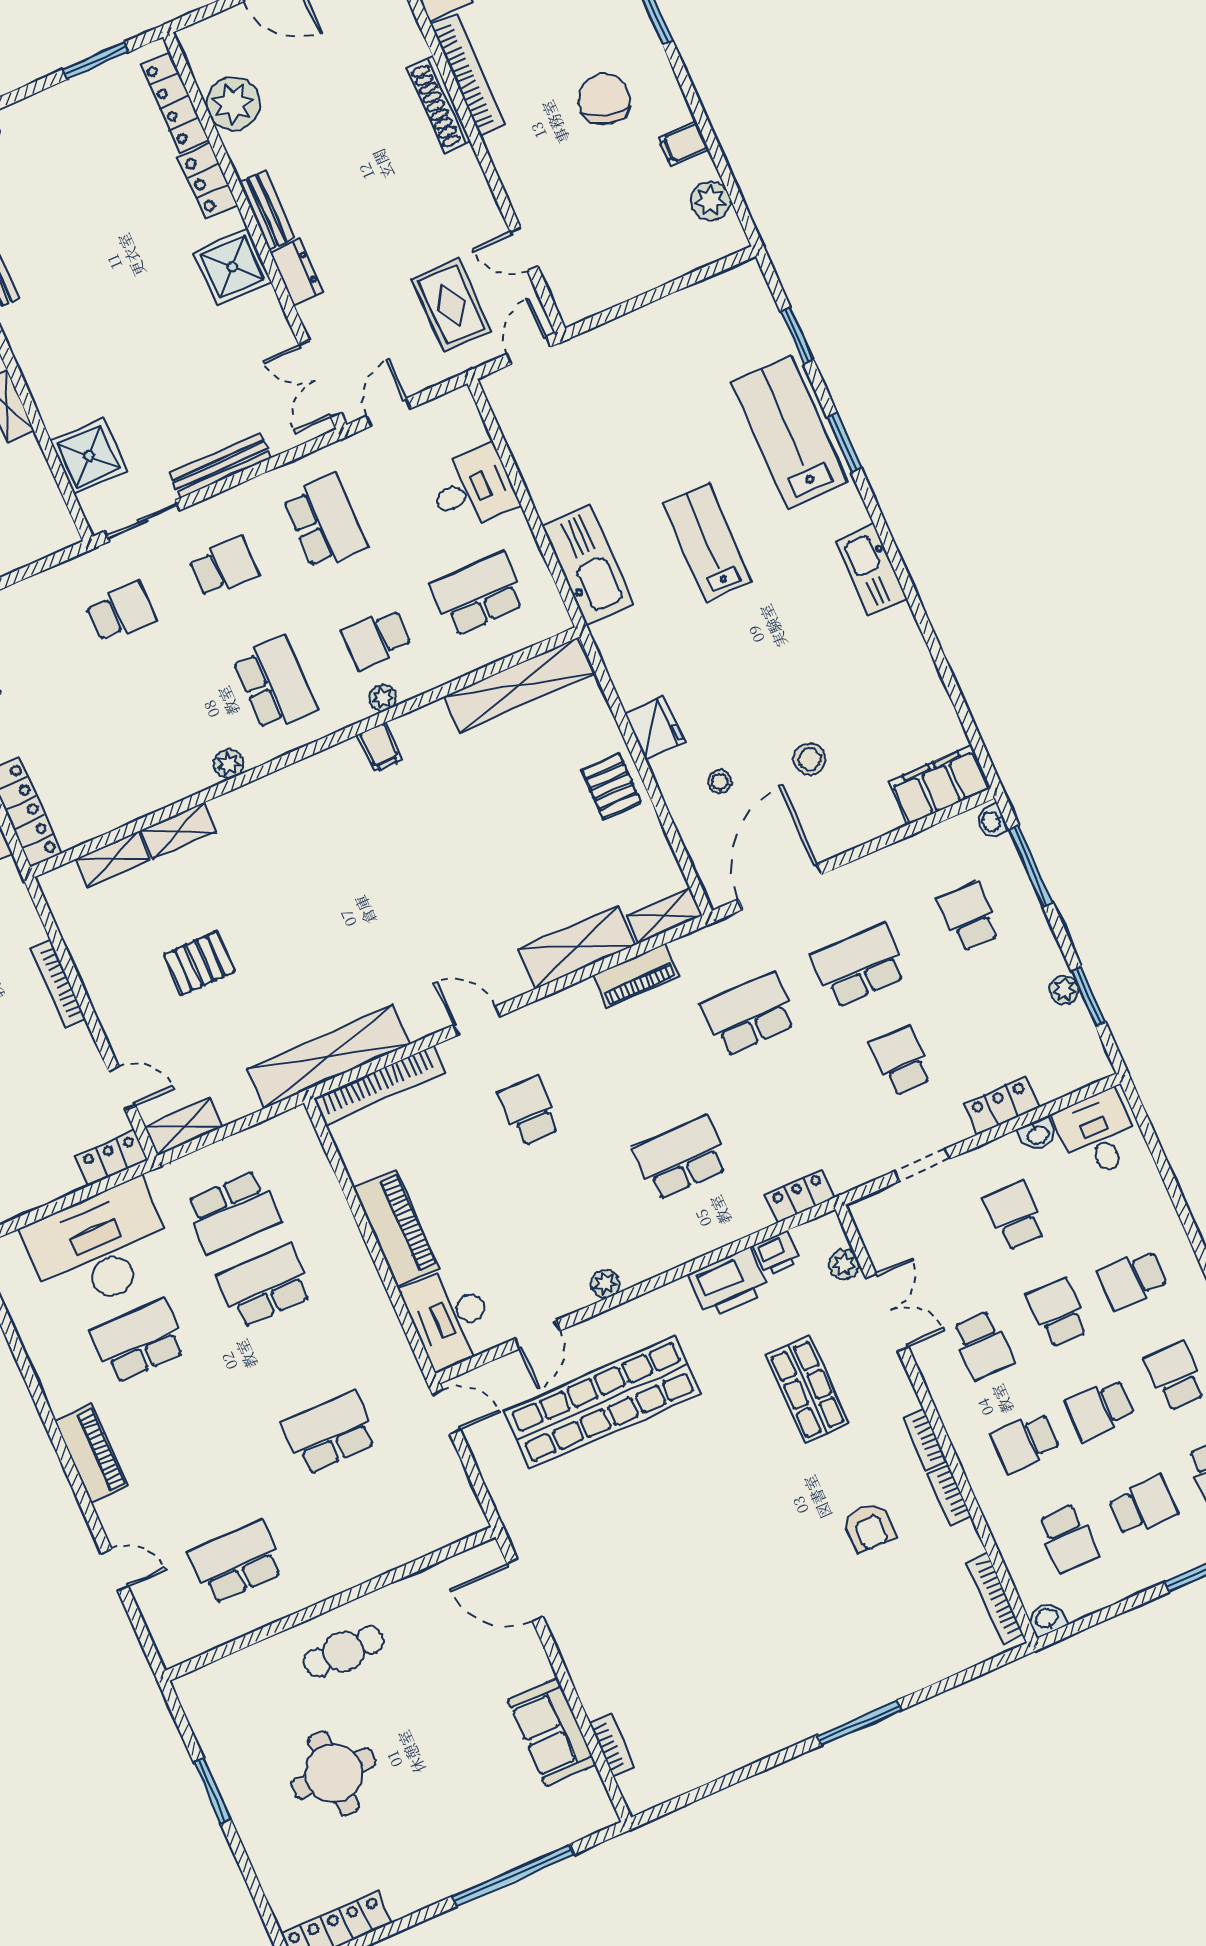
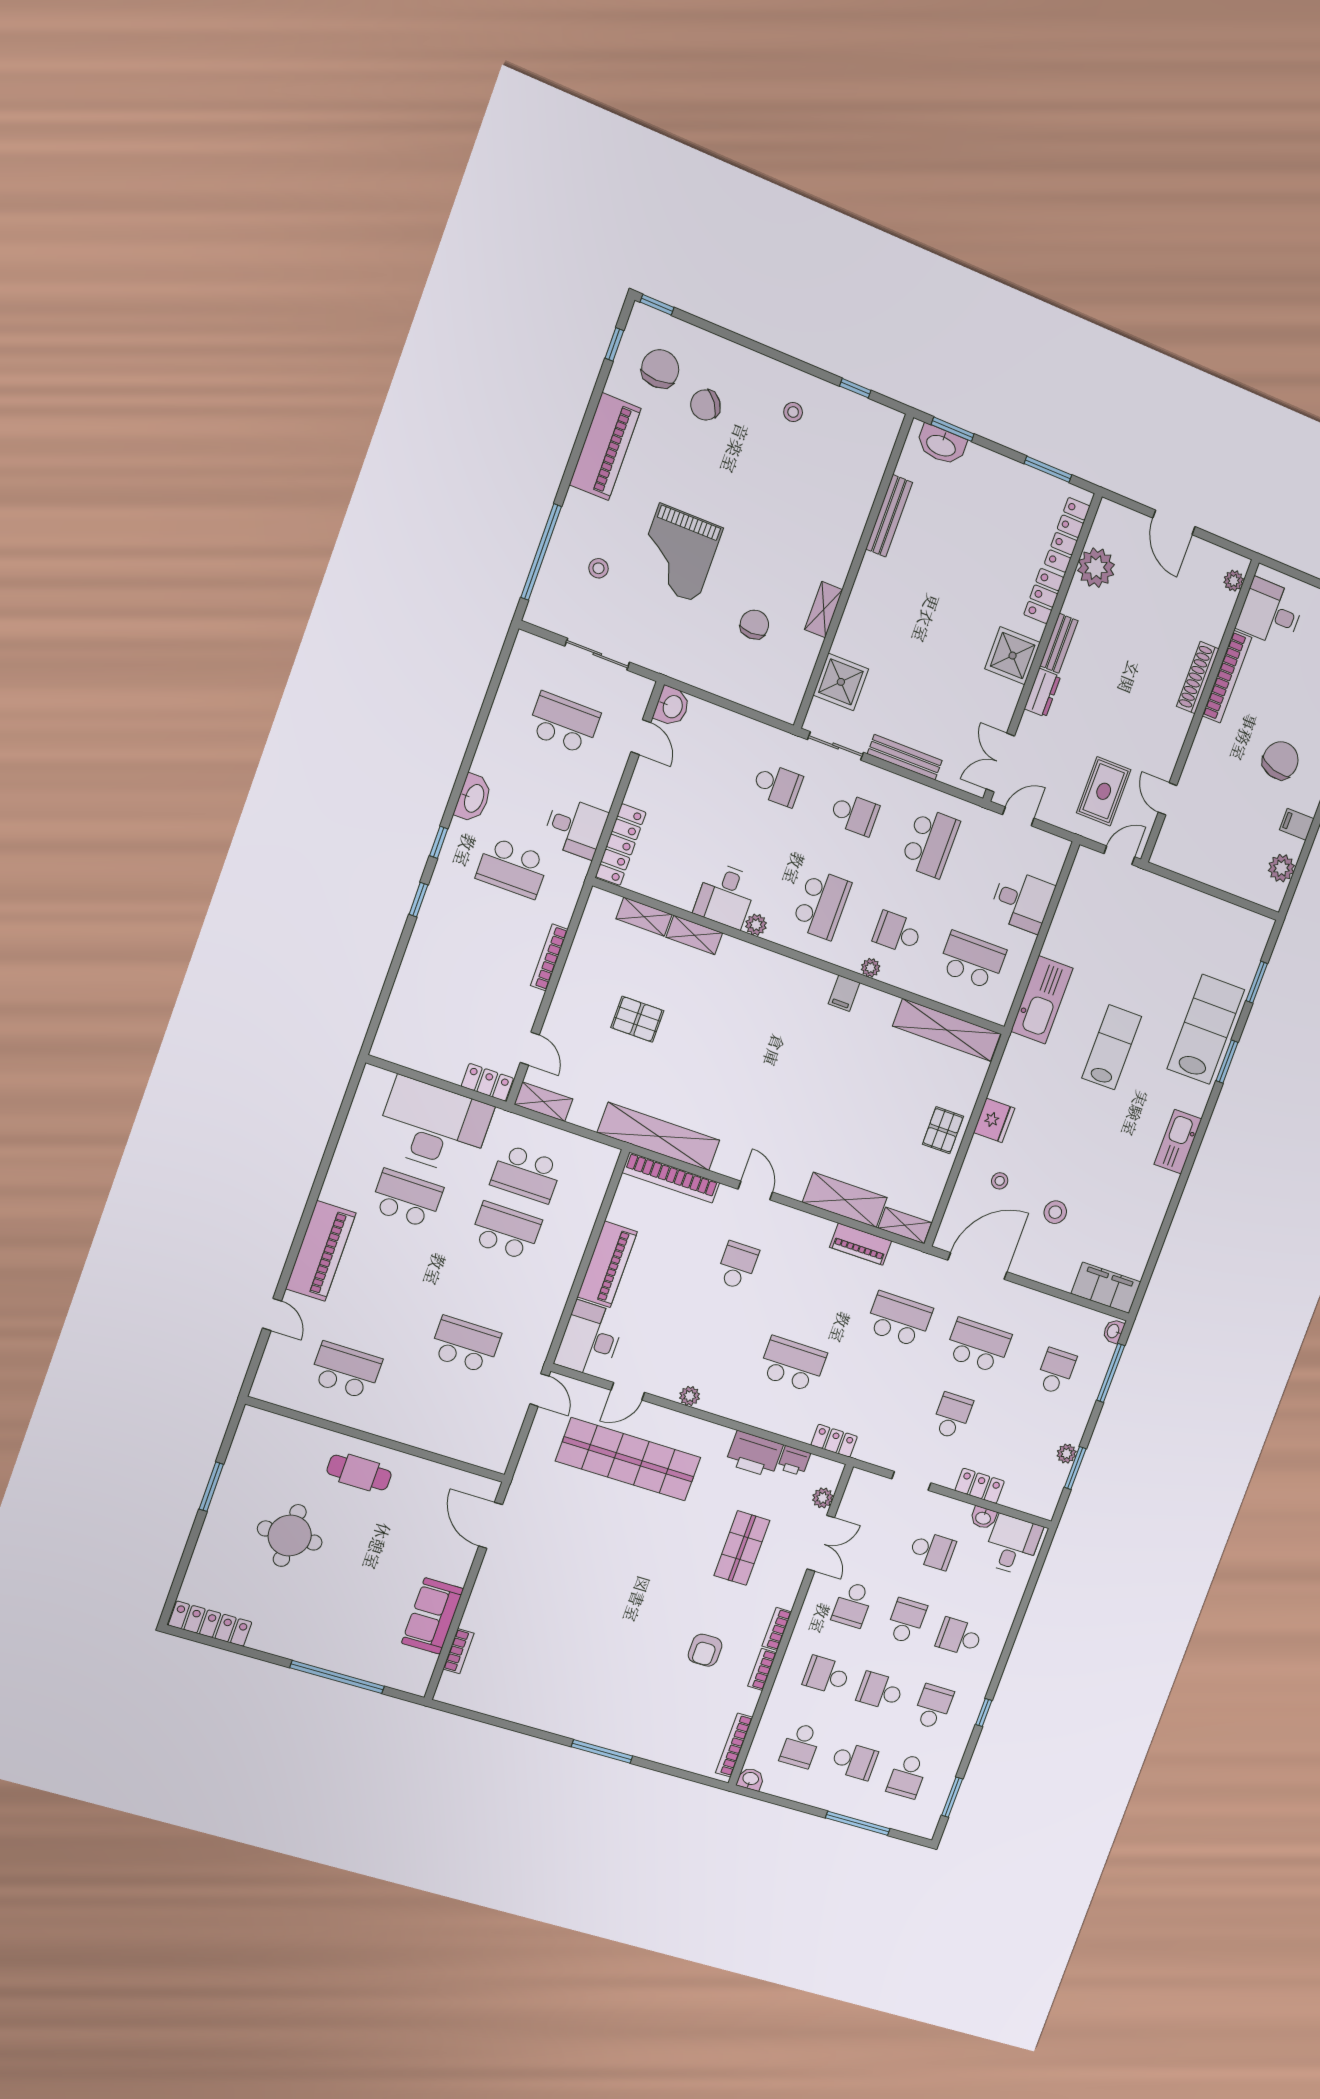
desk: (172, 764) -> (726, 896), added
school desk: (1015, 1216) -> (932, 1550), turned 90
piano: (91, 1454) -> (321, 1251), width x1.37, depth x1.33

